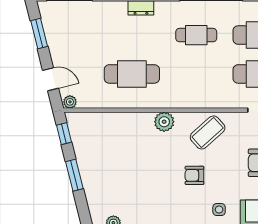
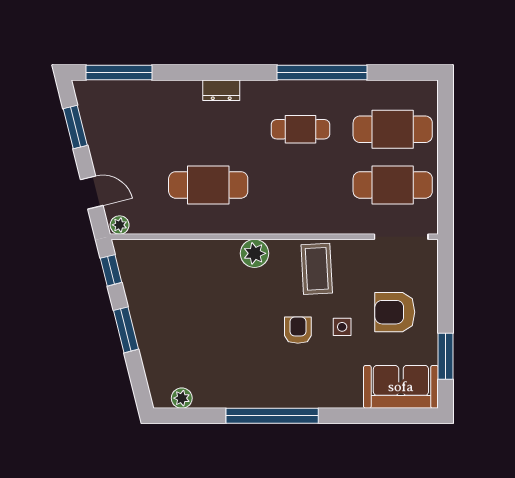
coffee table: (208, 132) -> (317, 269), turned -51
armchair: (194, 175) -> (298, 330), turned 90
side table: (219, 210) -> (342, 327), moved

